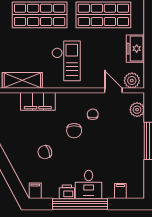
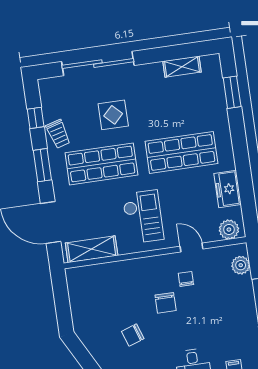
door: (113, 90) -> (191, 248), moved
filing cabinet: (38, 101) -> (115, 273), removed

